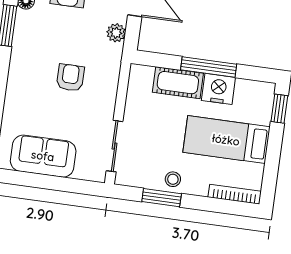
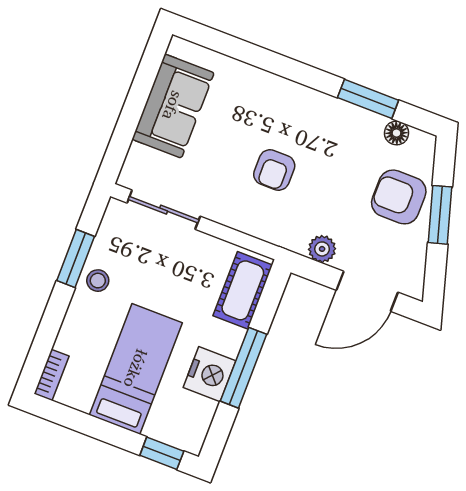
armchair: (70, 78) -> (274, 170), turned 90
cot: (178, 83) -> (243, 290), moved
bookcase: (235, 194) -> (52, 375), width x0.64

